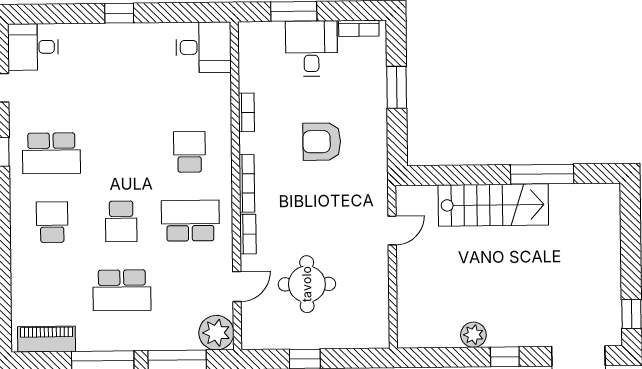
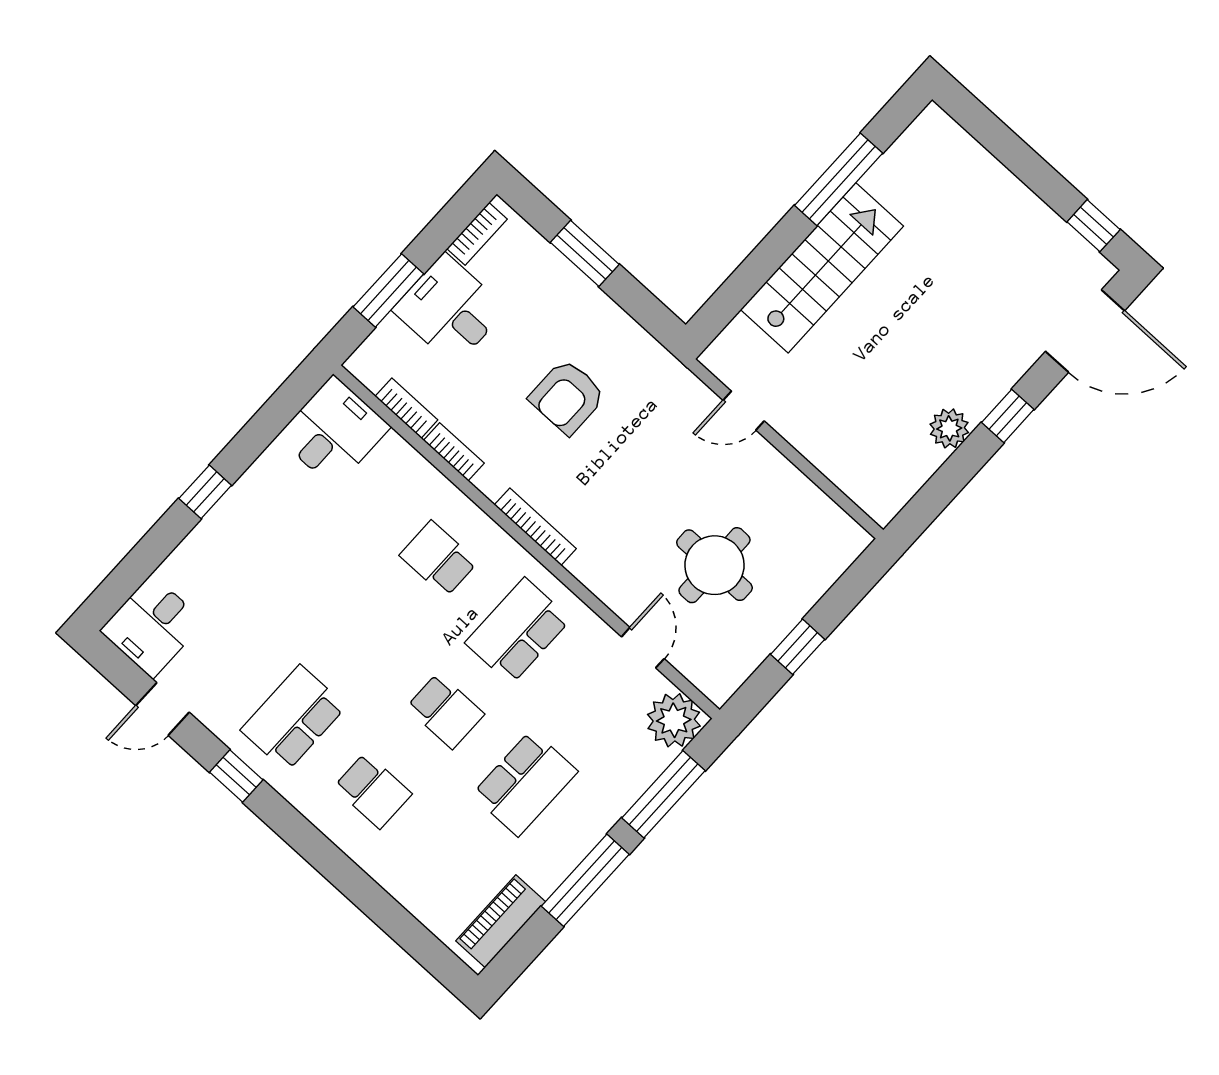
school desk: (51, 153) -> (293, 718), turned 180
school desk: (52, 222) -> (373, 791), turned 180
door: (392, 230) -> (744, 411), swing flipped
bookcase: (248, 234) -> (406, 408), moved

